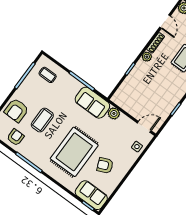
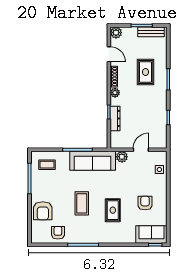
dresser: (131, 78) -> (115, 118), added
sofa: (92, 103) -> (93, 161), width x1.36
coffee table: (42, 120) -> (82, 203), moved
door: (144, 127) -> (141, 150), moved
rug: (74, 152) -> (113, 210), width x0.54, depth x0.49
armchair: (105, 165) -> (145, 203), turned 113

